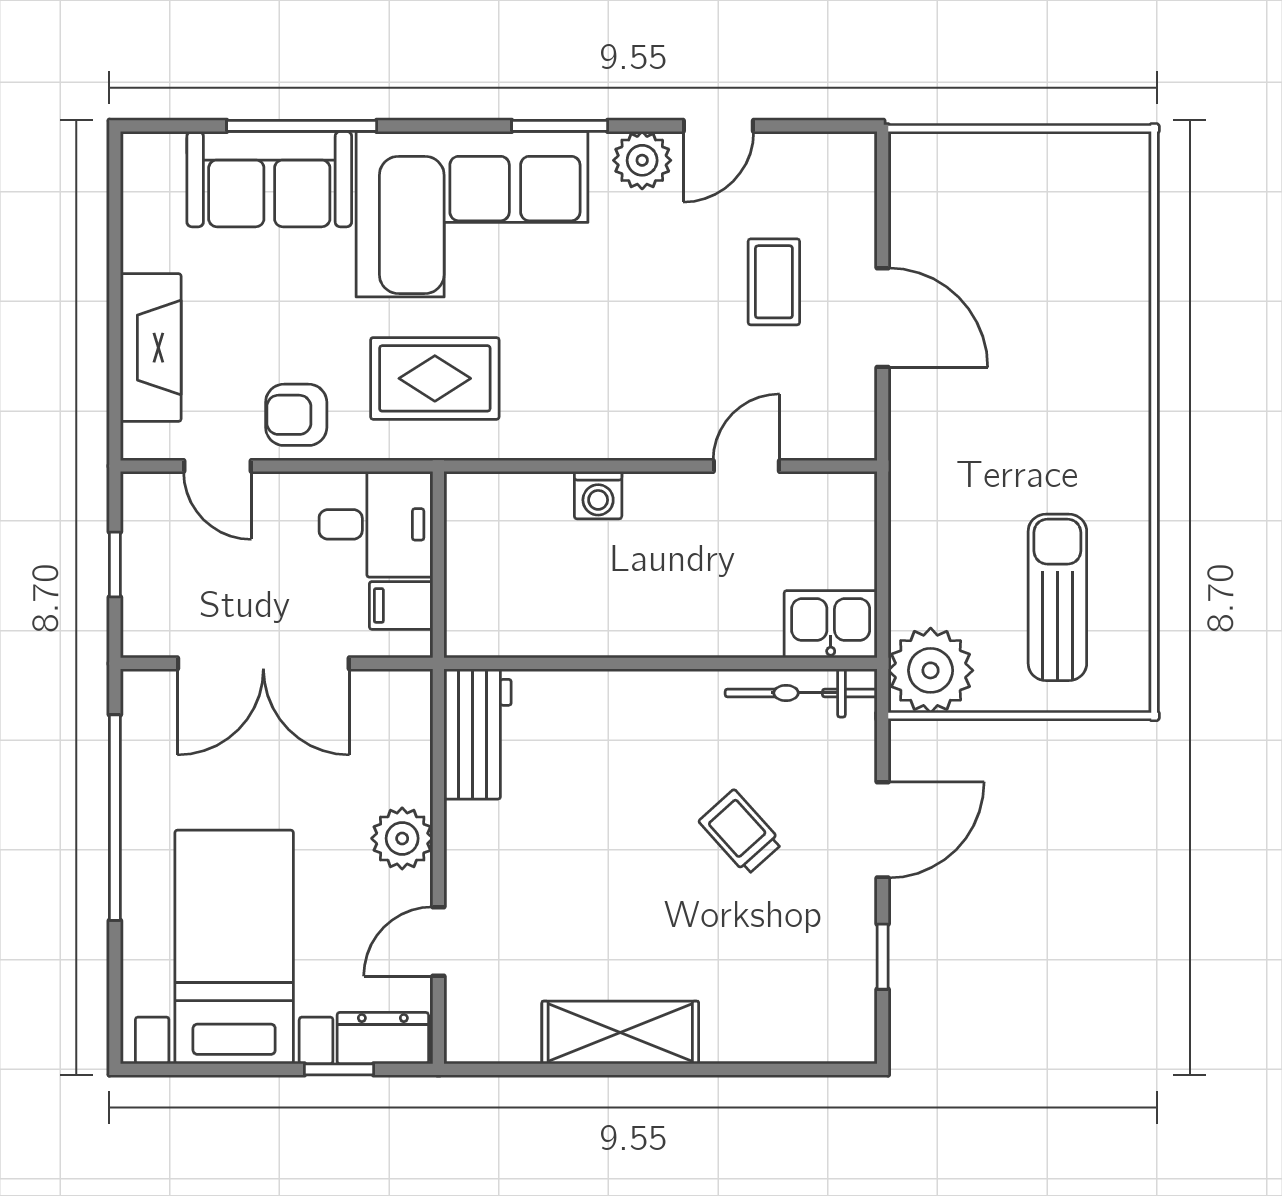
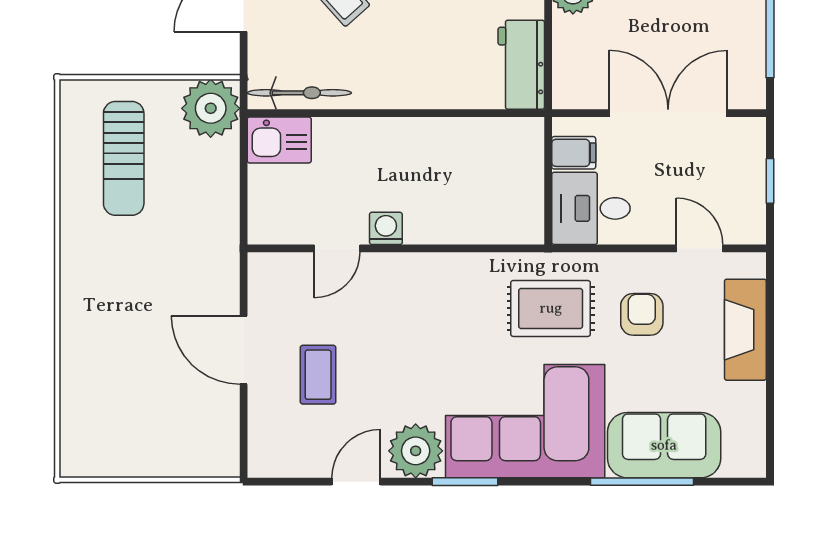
plant: (642, 160) -> (416, 451), width x1.36, depth x1.36
armchair: (296, 415) -> (642, 314), moved, turned -90
washing machine: (598, 495) -> (386, 228), moved

